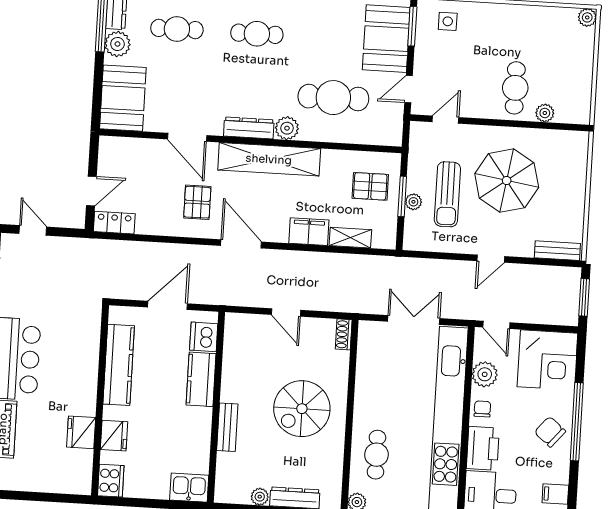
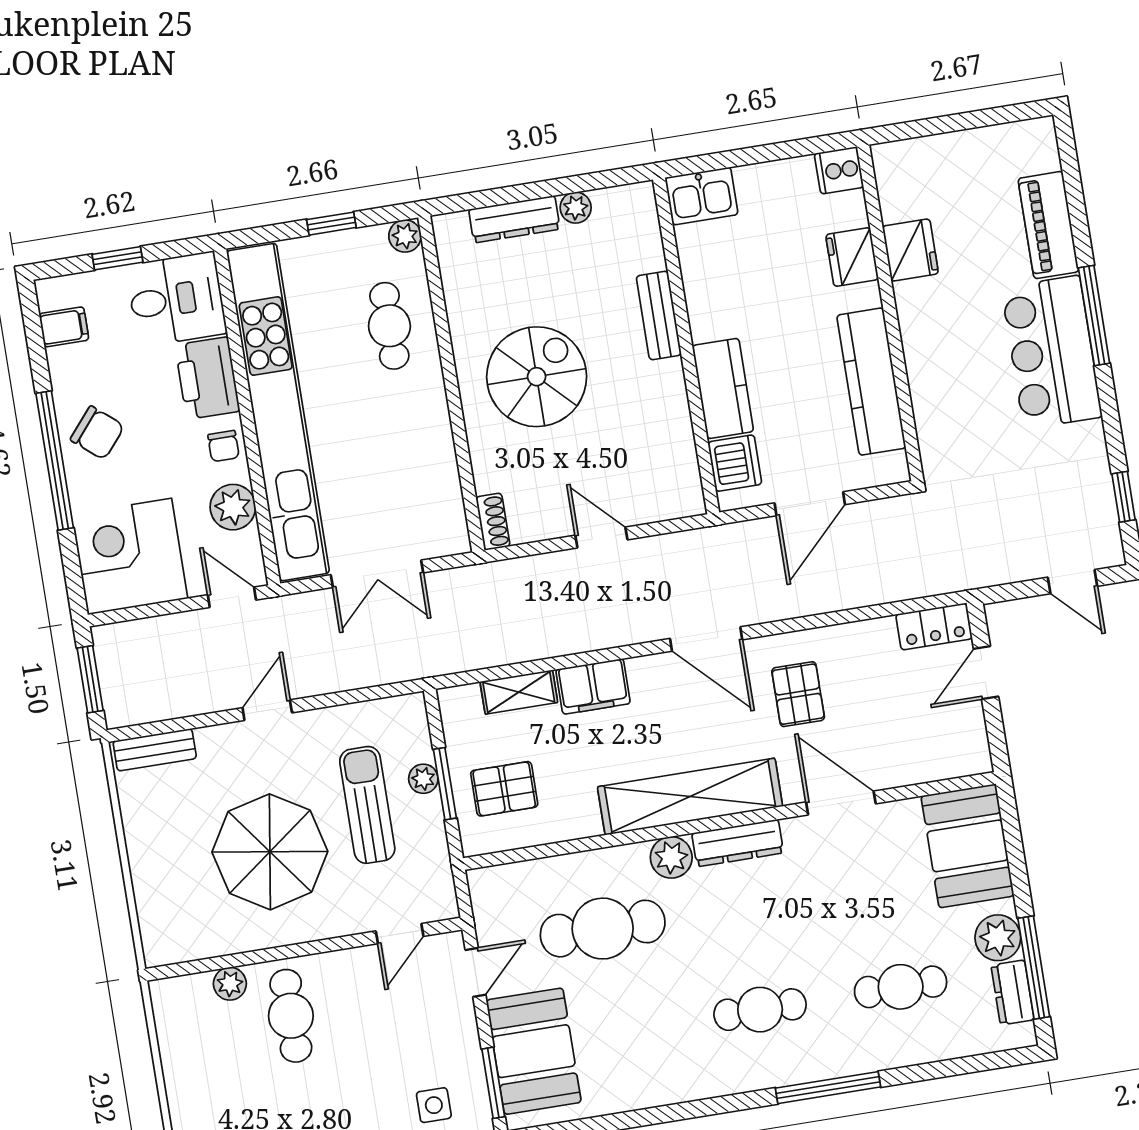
cooker: (111, 481) -> (839, 170), width x0.73

